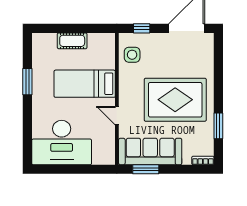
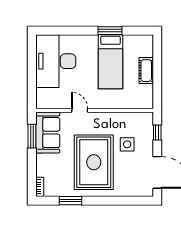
side table: (132, 55) -> (127, 144), moved
bed: (85, 84) -> (110, 62), moved, turned 180
door: (117, 116) -> (80, 110), hinge flipped
sofa: (150, 151) -> (48, 133), width x0.73

